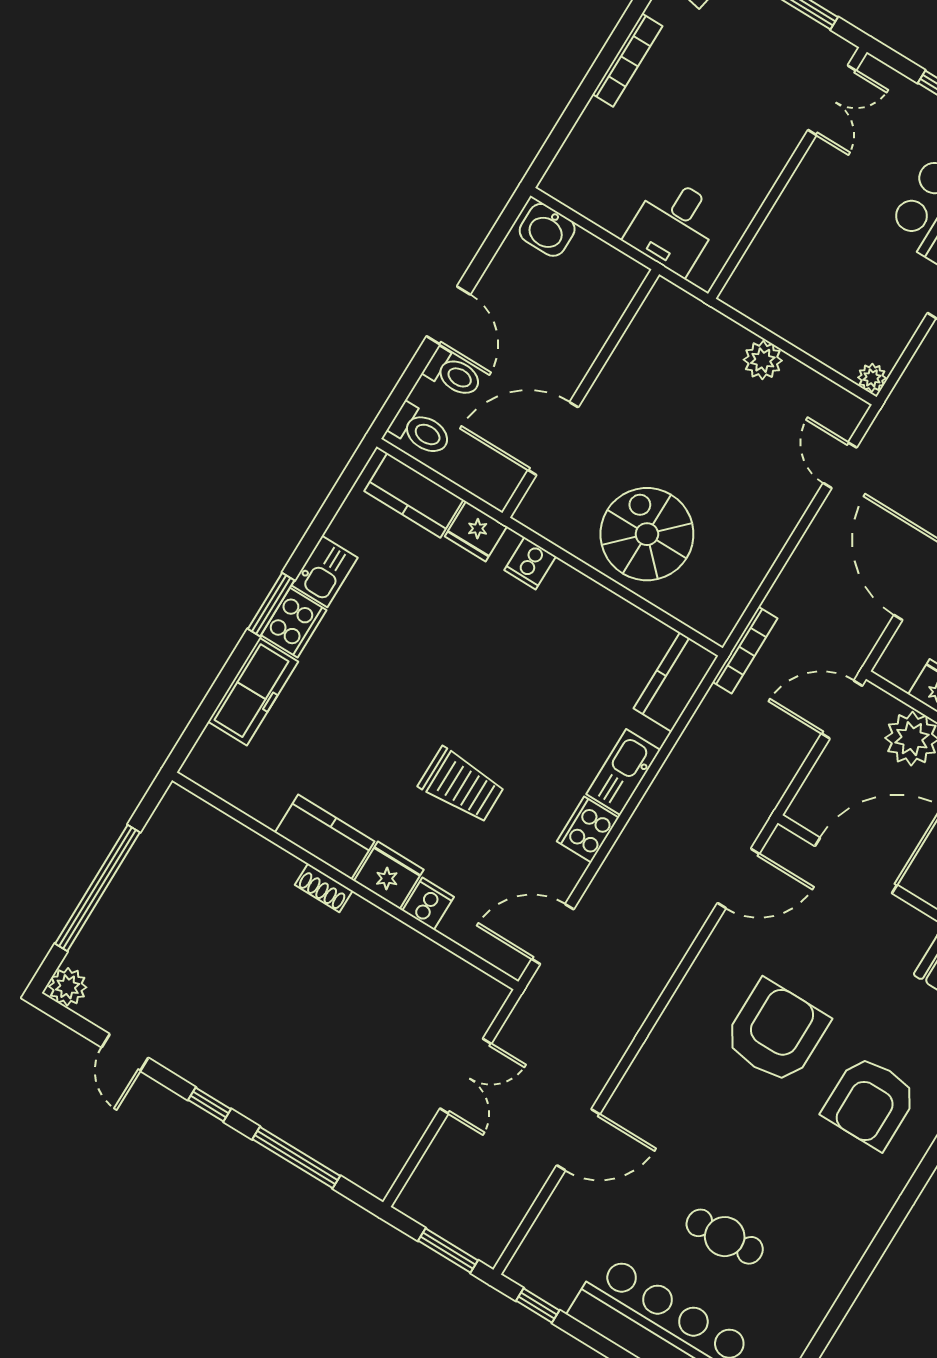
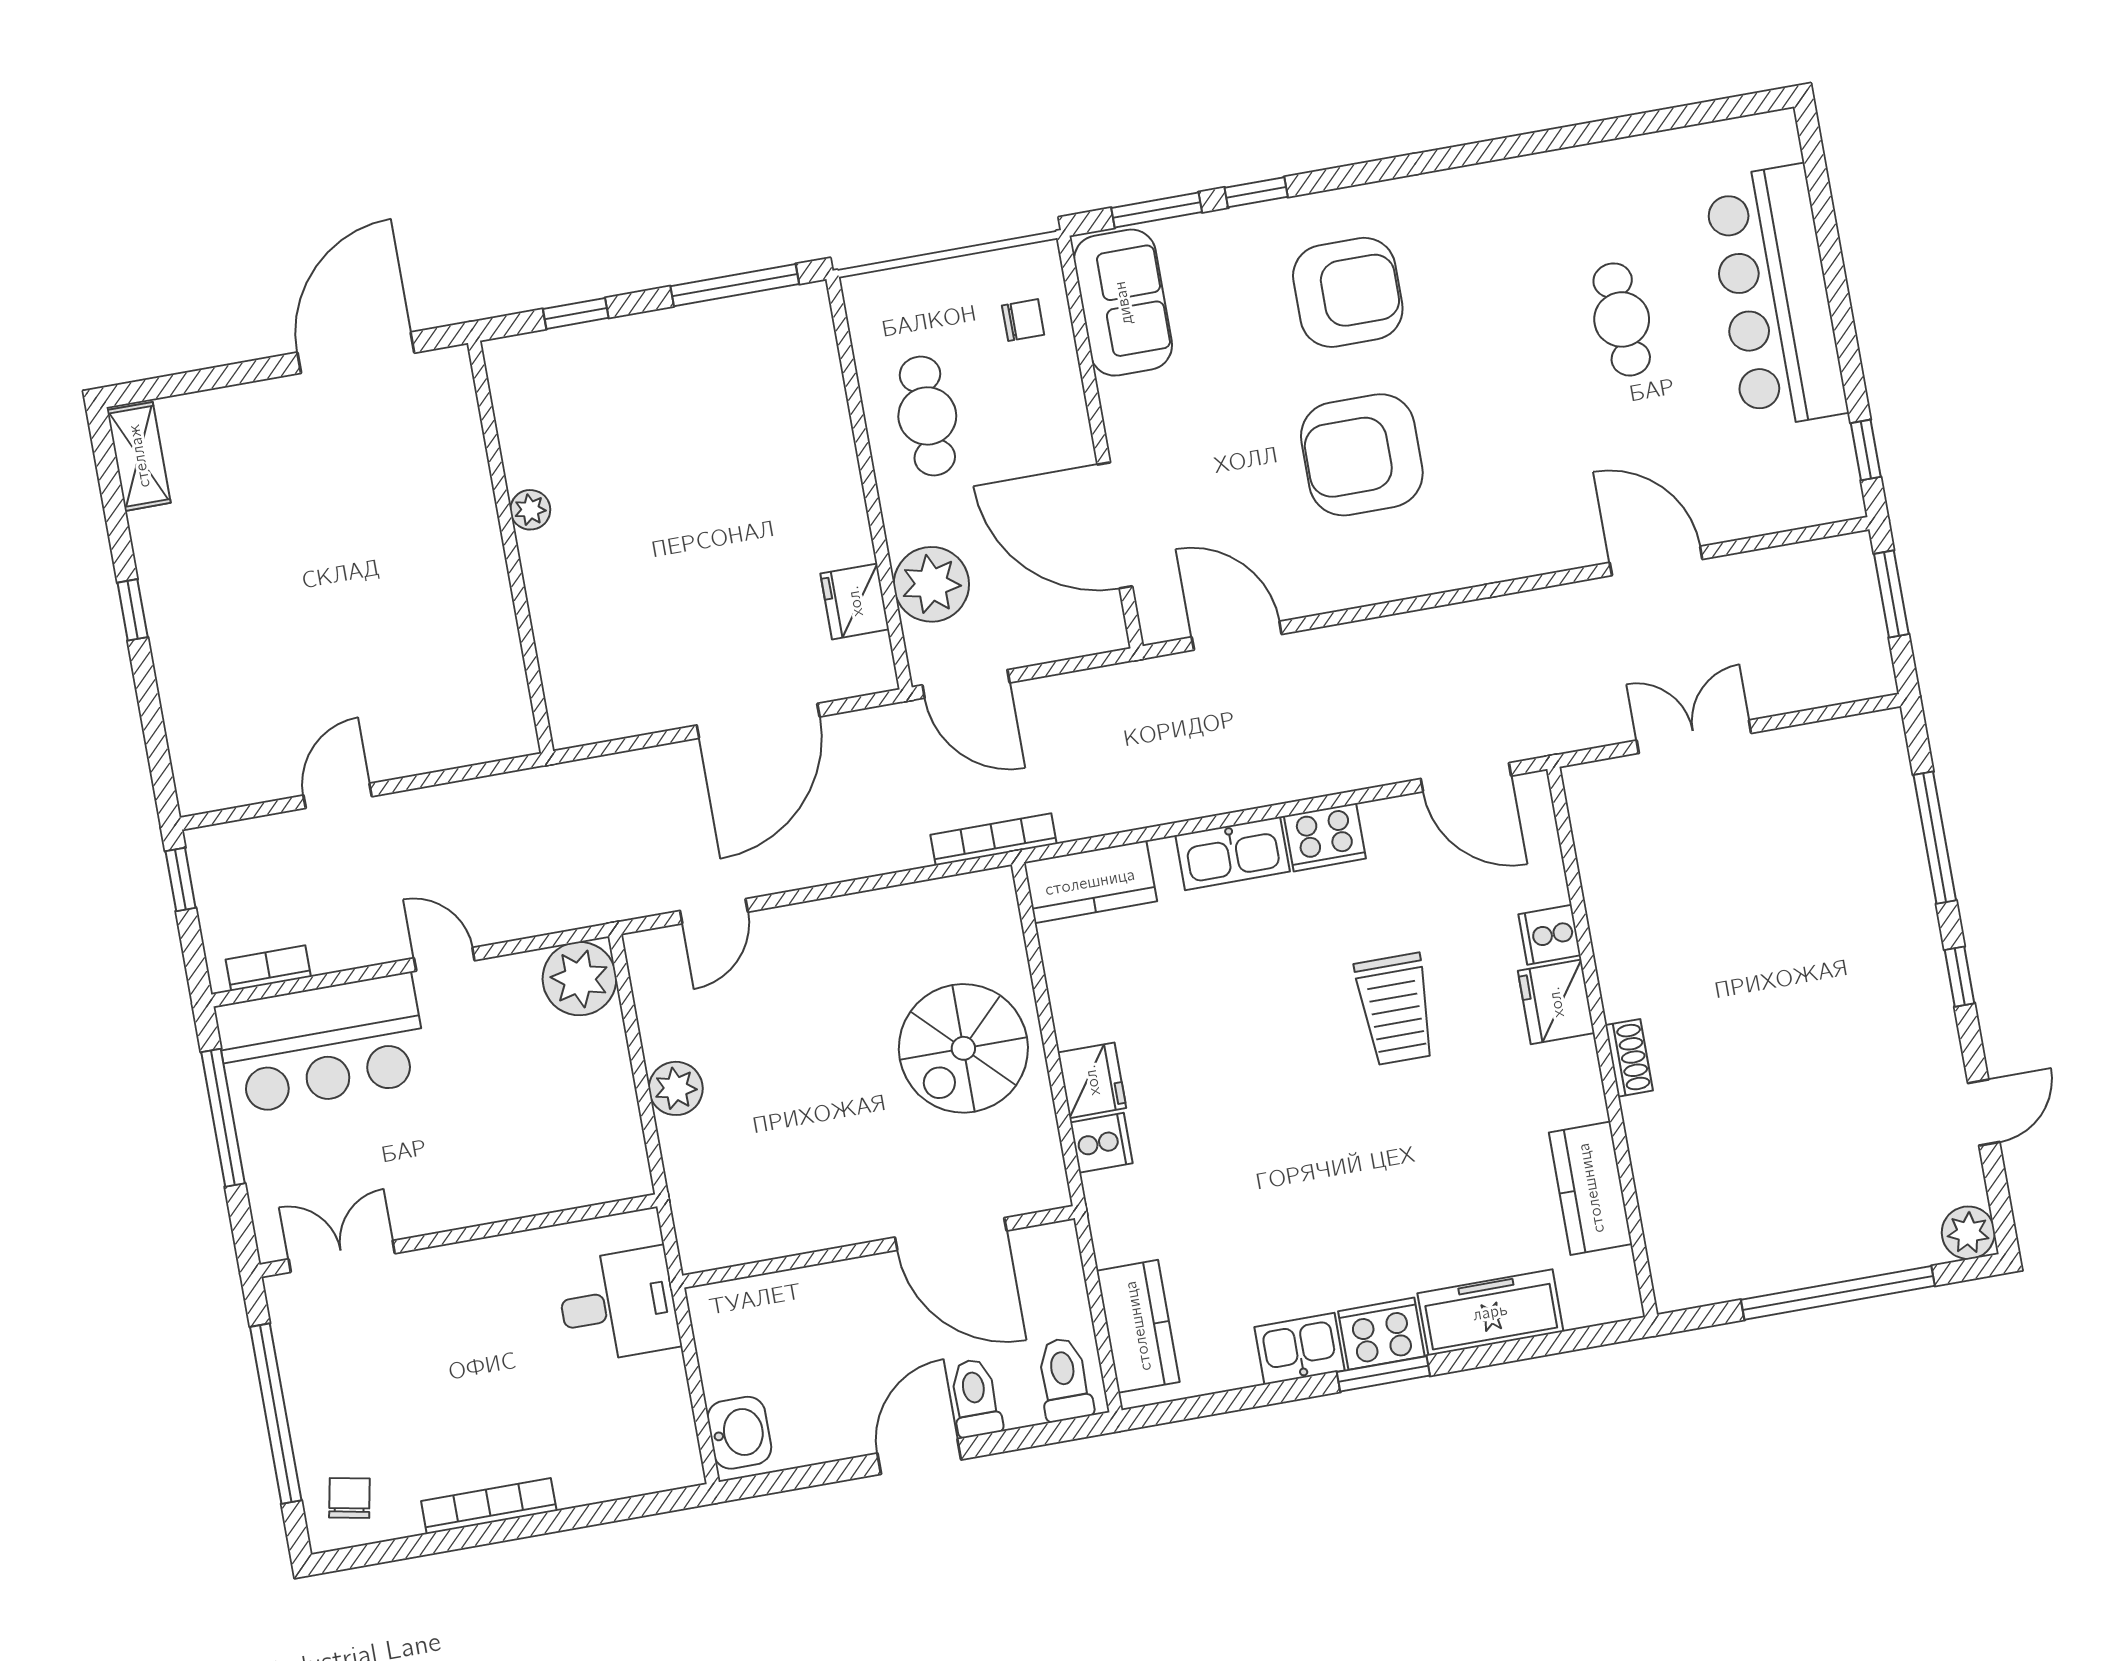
plant: (872, 378) -> (579, 979), width x1.88, depth x1.88
fridge: (476, 531) -> (1092, 1080), moved
trolley: (462, 785) -> (1396, 1009), turned 180
kitchen counter: (325, 837) -> (1591, 1188), moved

